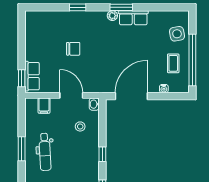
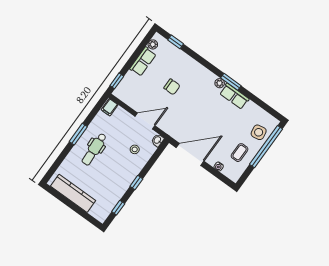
window: (78, 7) -> (176, 42), moved
plant: (30, 24) -> (153, 44), added
window: (192, 60) -> (266, 147), moved
row of seats: (32, 76) -> (143, 62), moved
door: (71, 95) -> (145, 121), hinge flipped
filing cabinet: (44, 106) -> (110, 107), moved

